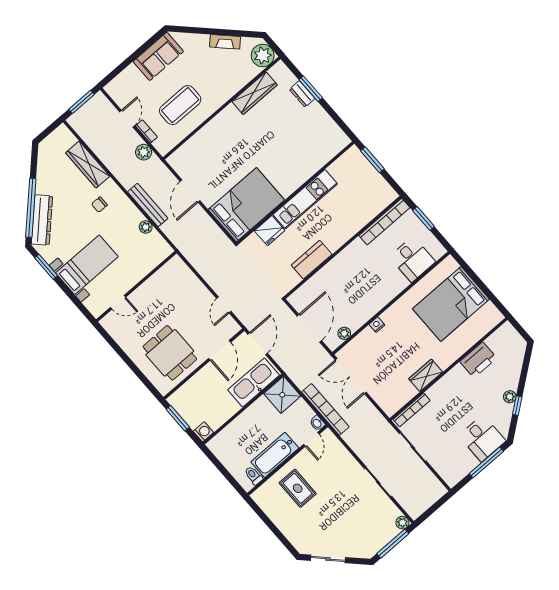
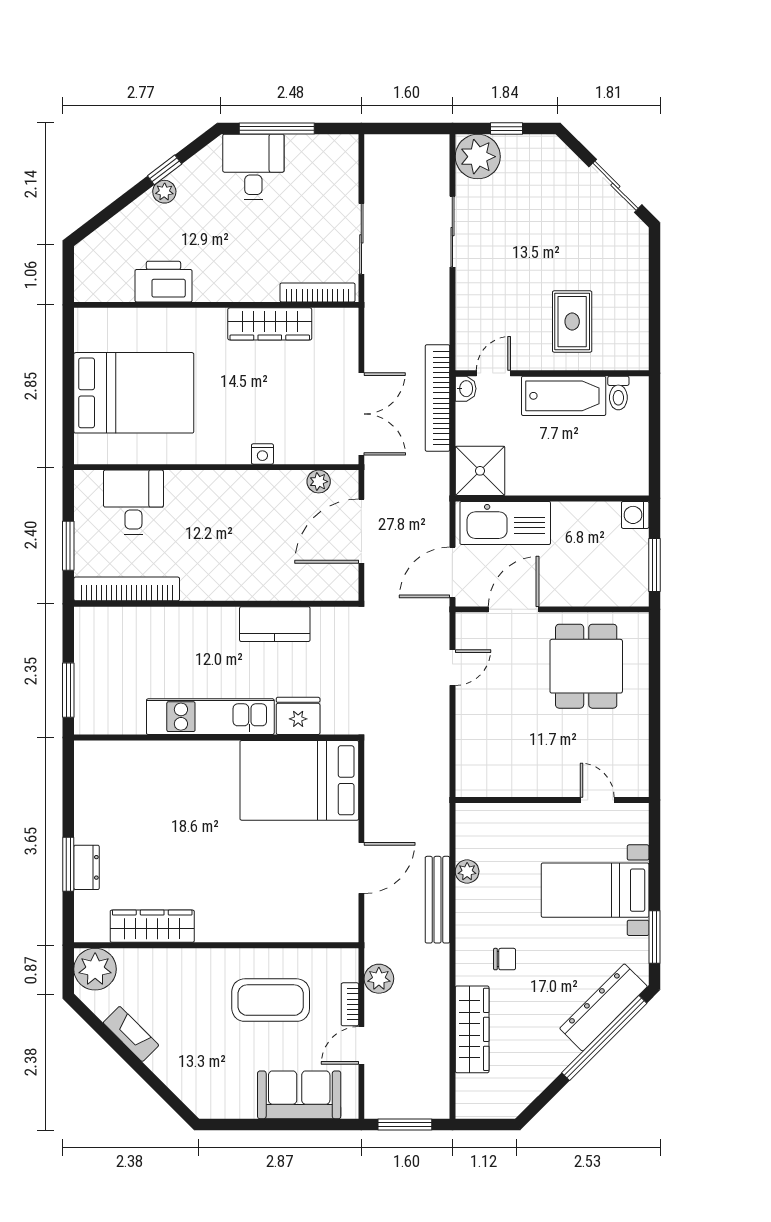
sofa: (158, 56) -> (299, 1095), moved
wardrobe: (426, 375) -> (270, 324), width x1.50
plant: (402, 523) -> (478, 157), width x1.88, depth x1.88
window: (393, 544) -> (507, 128), width x0.46

